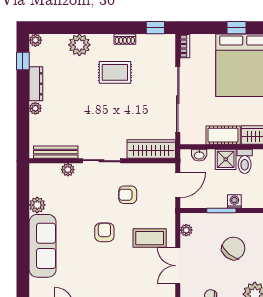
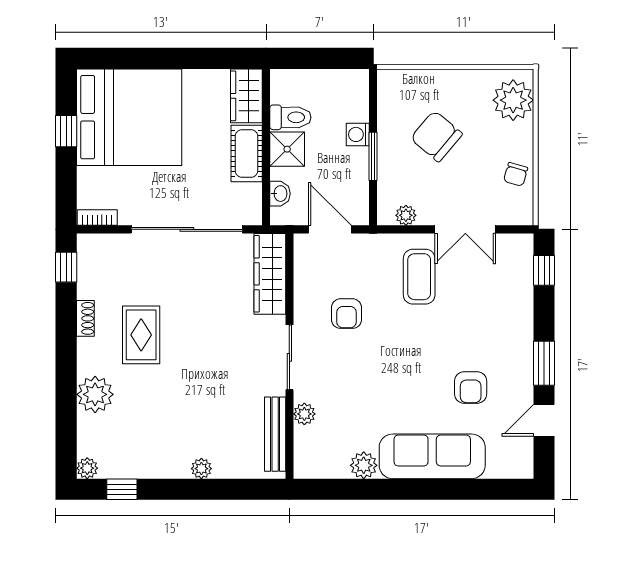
dresser: (36, 84) -> (160, 468), removed
armchair: (104, 232) -> (471, 388), moved, turned -90

